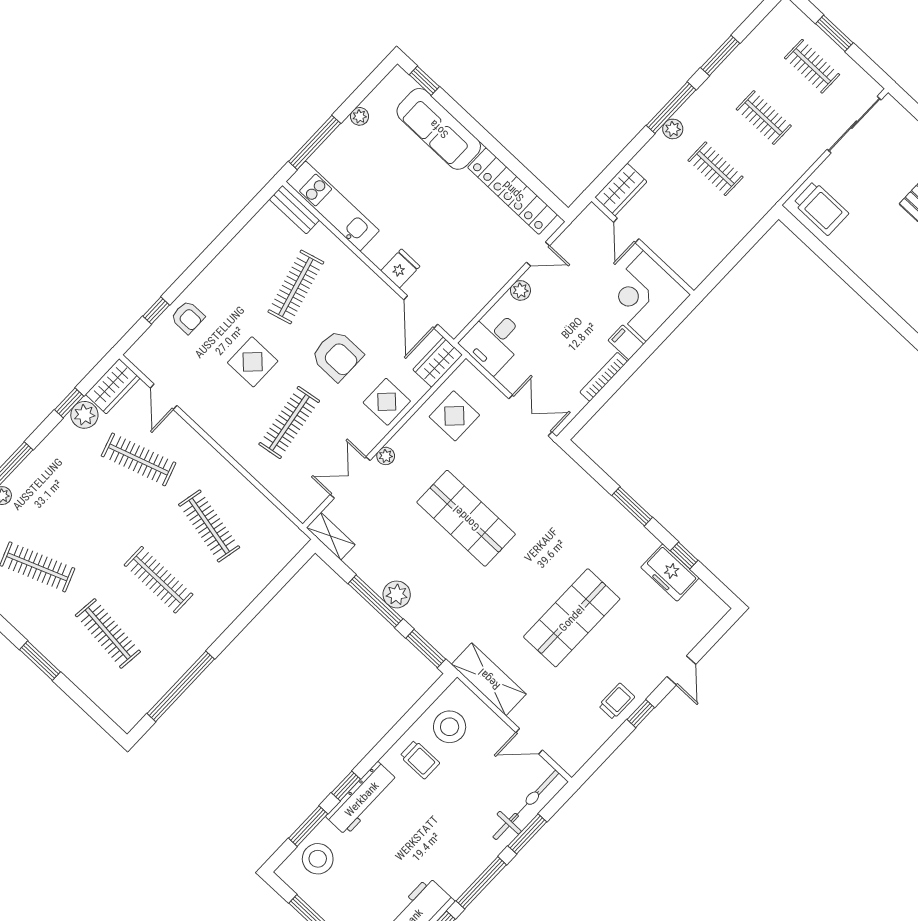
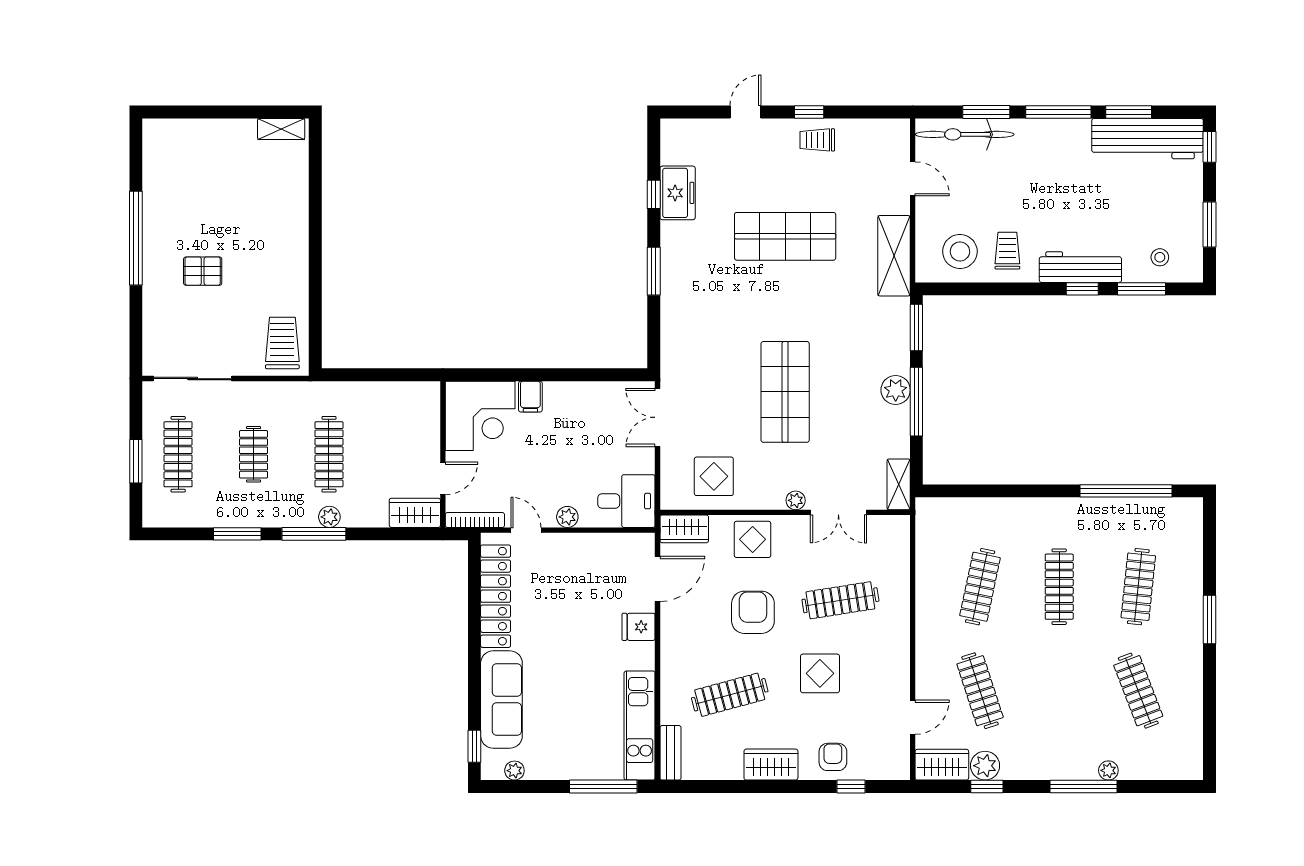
clothes rail: (812, 66) -> (178, 454), width x1.36
plant: (360, 116) -> (514, 771), moved
clothes rail: (715, 169) -> (329, 454), width x1.36
wardrobe: (222, 270) -> (771, 765), added
bookcase: (604, 377) -> (475, 520), moved, turned 180
stool: (318, 859) -> (1160, 257), width x0.53, depth x0.53

